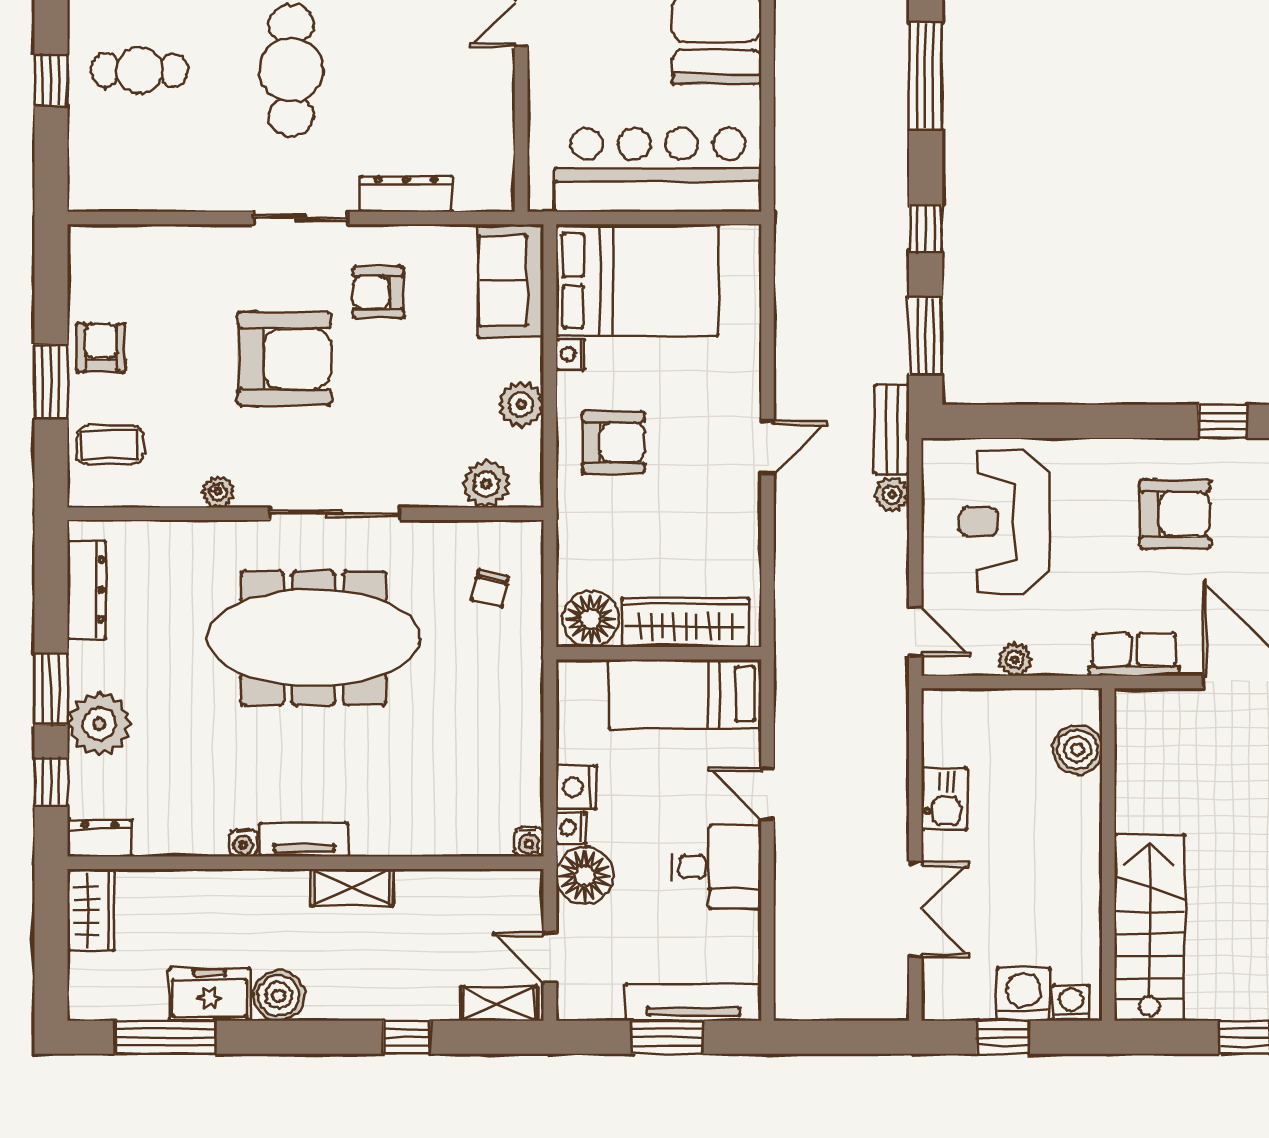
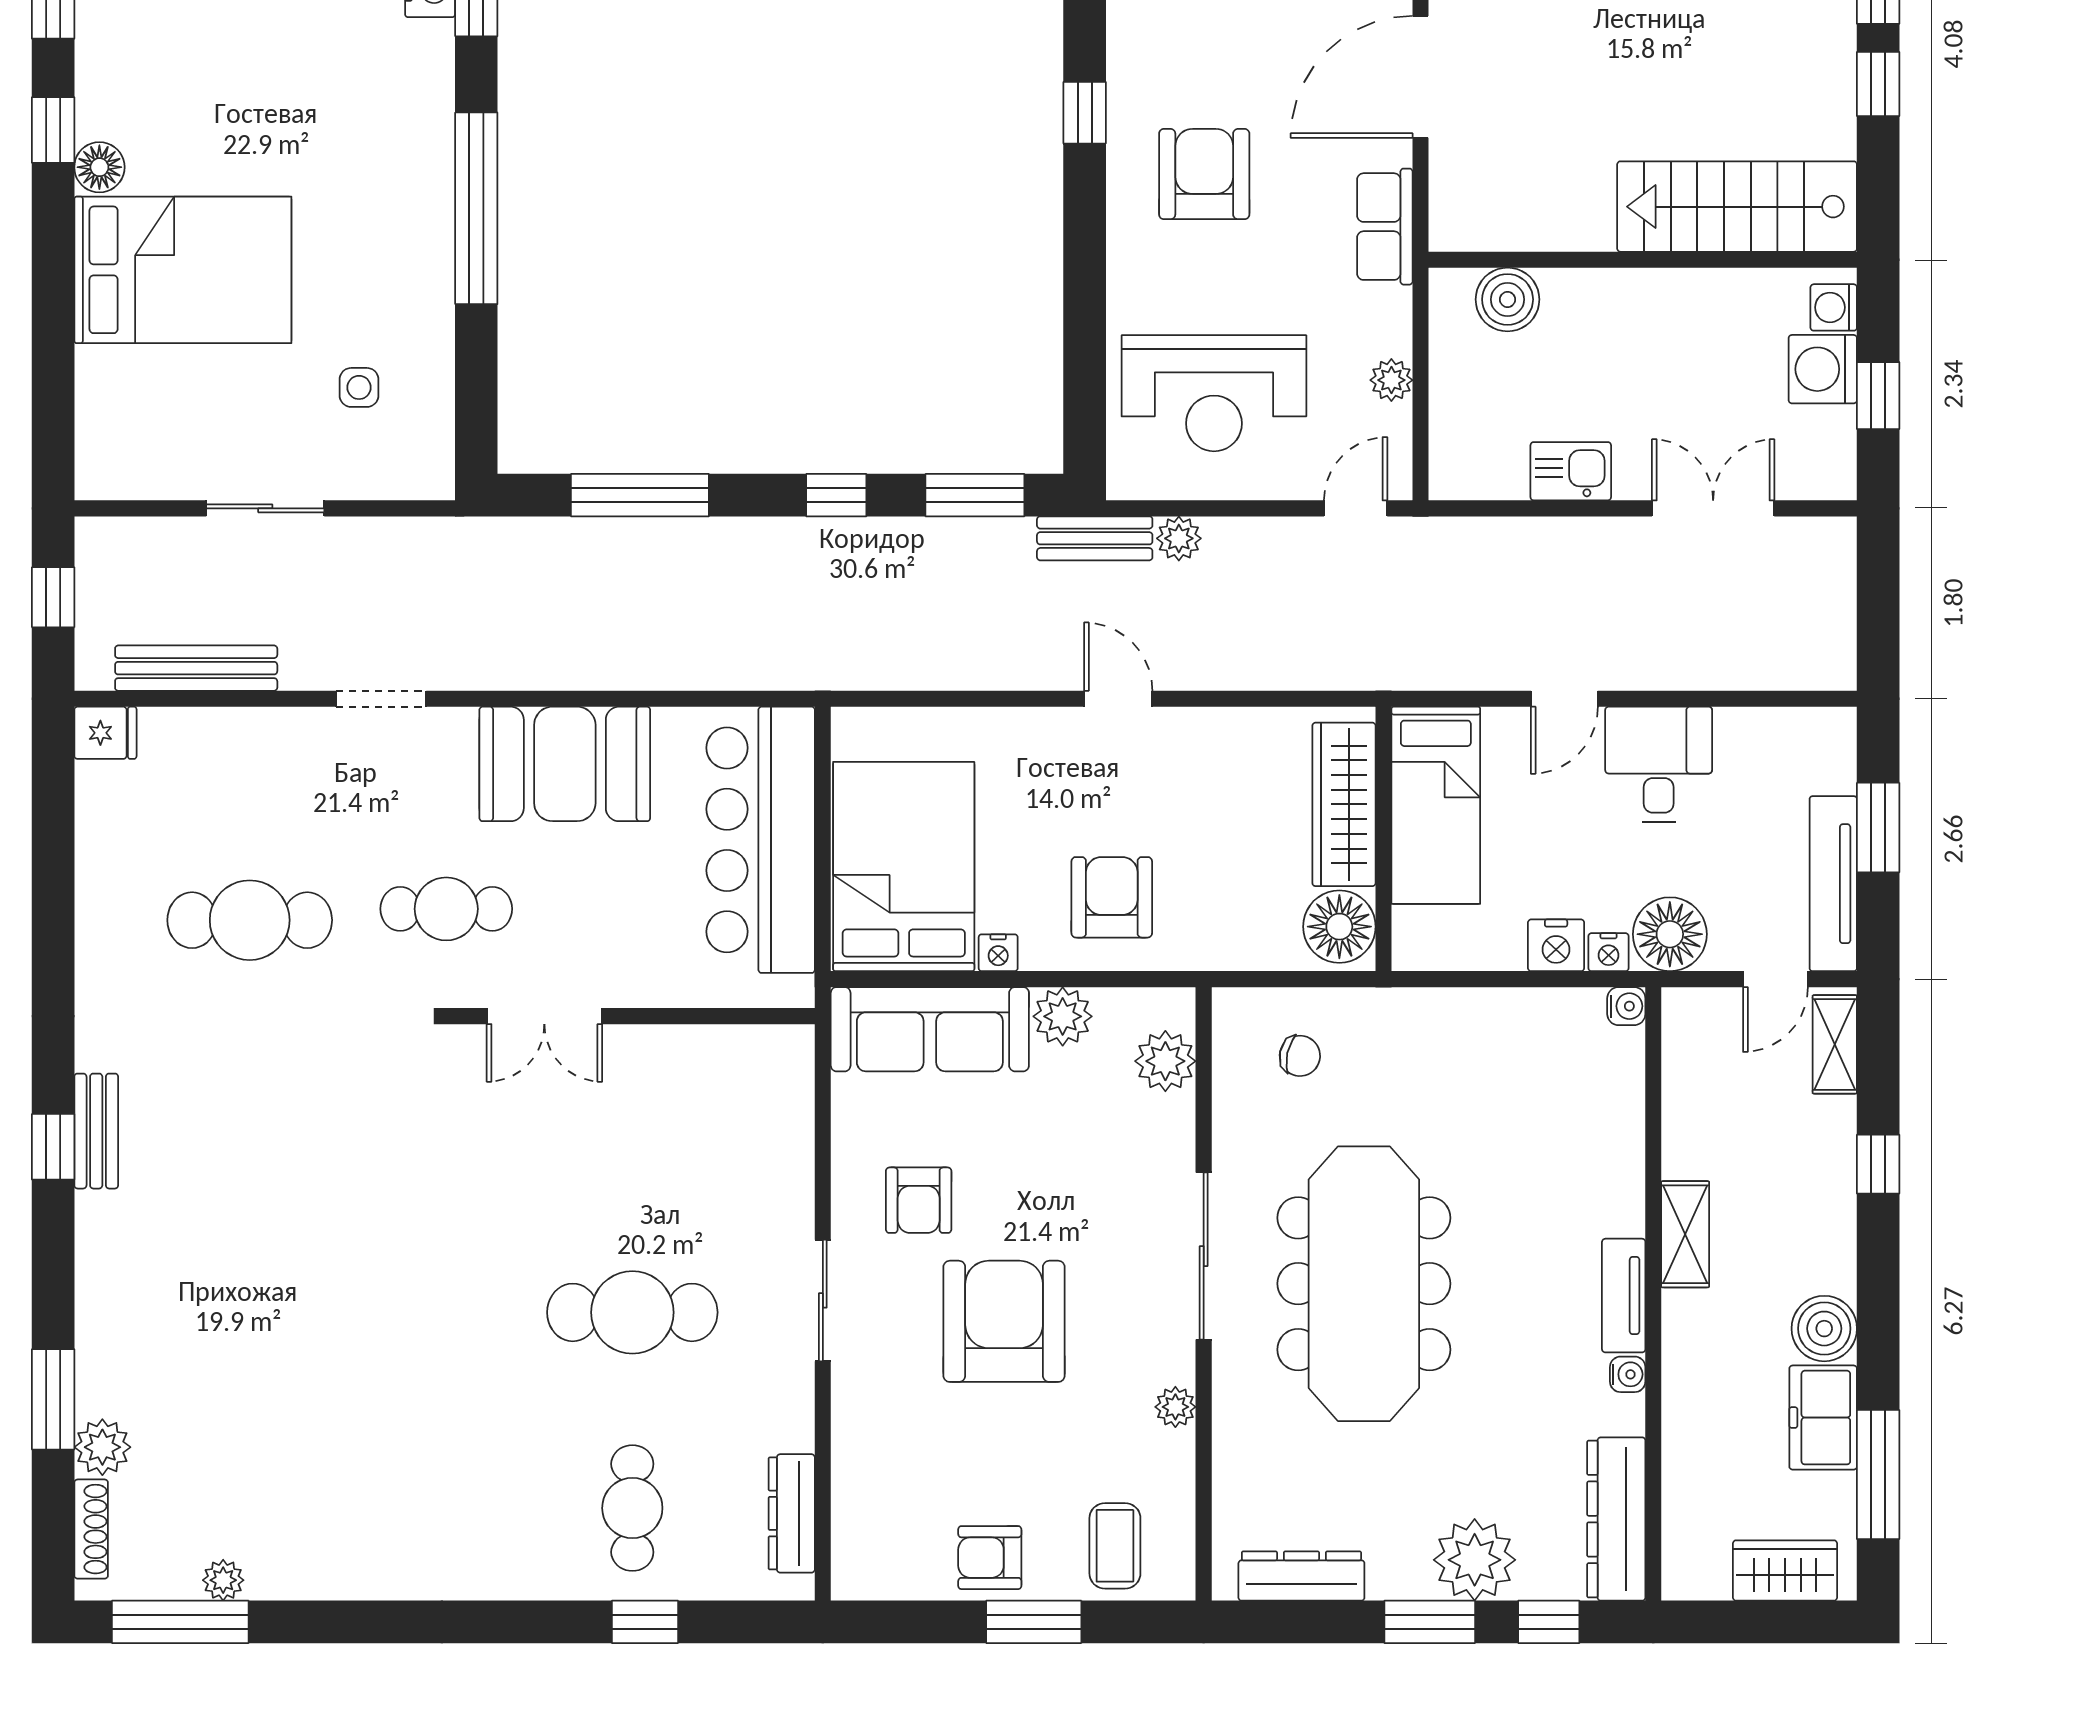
dresser: (406, 194) -> (792, 1513), moved
sofa: (511, 281) -> (930, 1029), width x1.36
dresser: (100, 838) -> (1616, 1519), width x1.96, depth x1.24
wardrobe: (91, 910) -> (1785, 1570), moved
tv unit: (693, 1002) -> (1833, 884), moved

